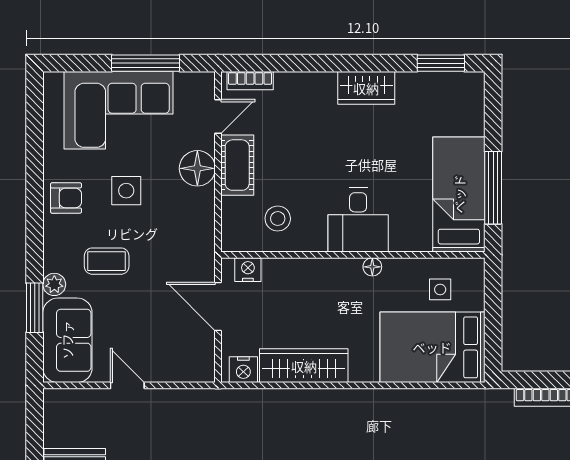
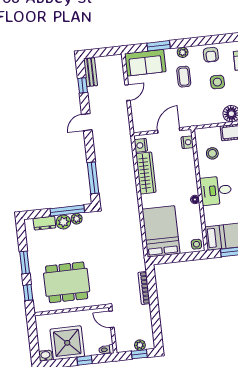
plant: (54, 284) -> (183, 52), moved
side table: (440, 289) -> (196, 244), moved

